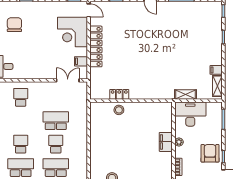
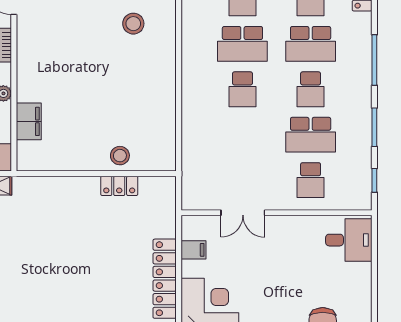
double door: (68, 80) -> (243, 213), moved
school desk: (56, 121) -> (311, 135), moved
filing cabinet: (166, 142) -> (29, 121), moved

